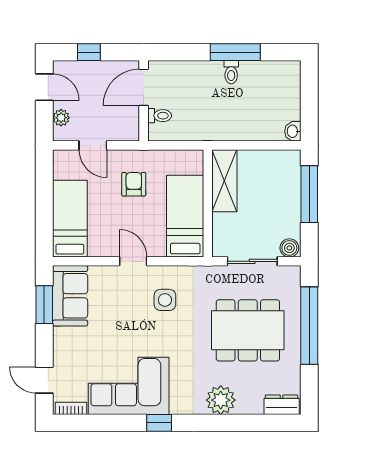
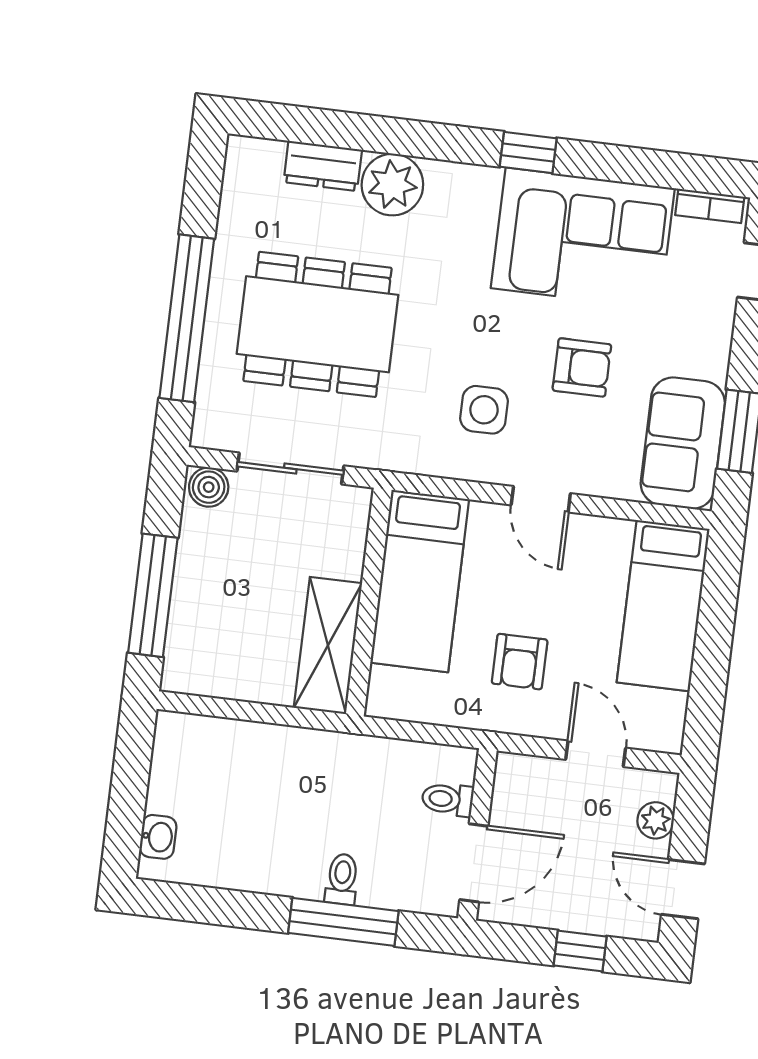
window: (235, 52) -> (343, 922), moved
toilet: (231, 72) -> (342, 879), moved
washbasin: (293, 131) -> (158, 837), moved
armchair: (122, 325) -> (582, 367), added
dresser: (282, 405) -> (323, 166), moved

